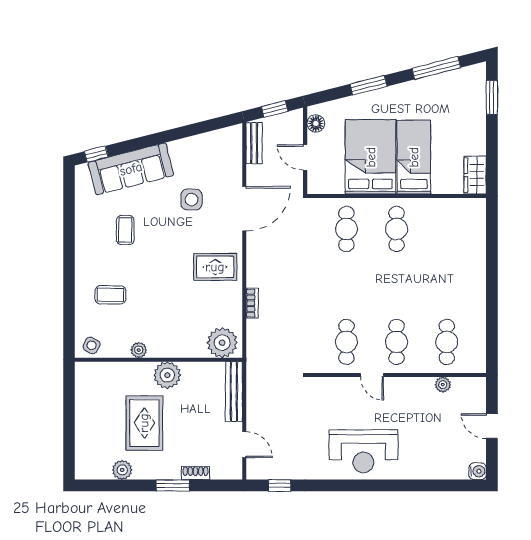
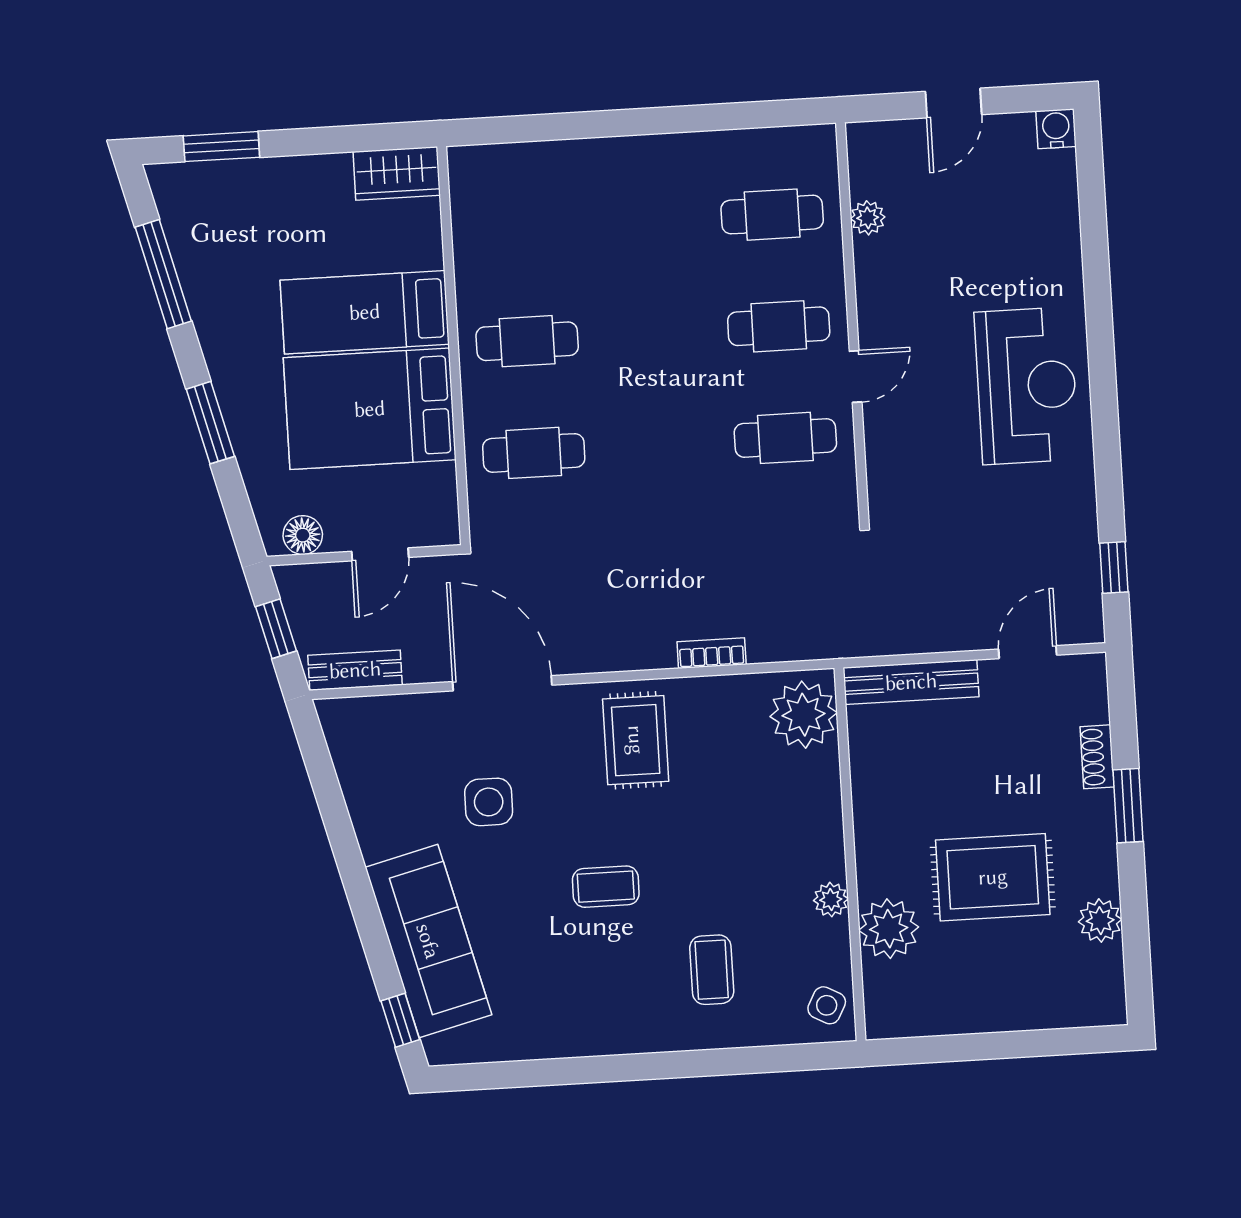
coffee table: (125, 230) -> (606, 887), moved
plant: (167, 375) -> (889, 929), moved

